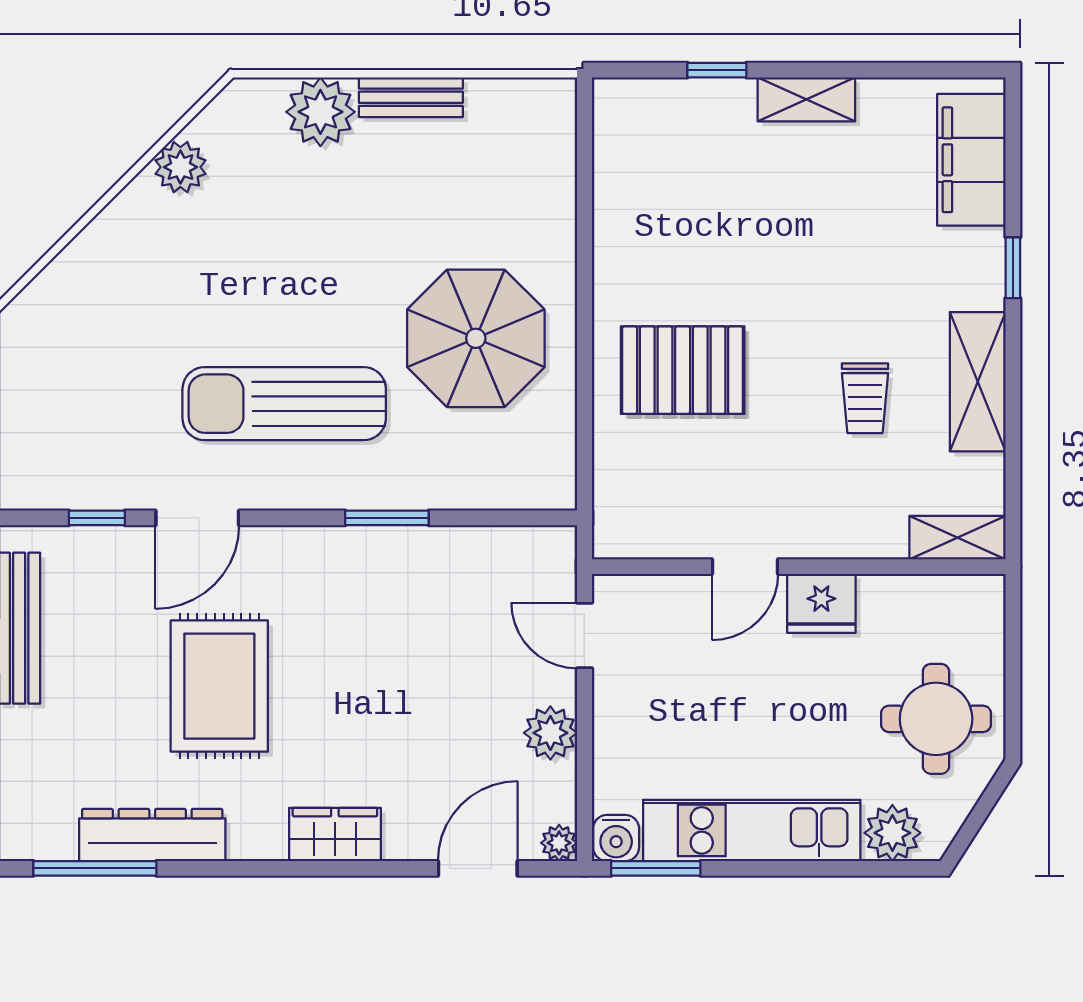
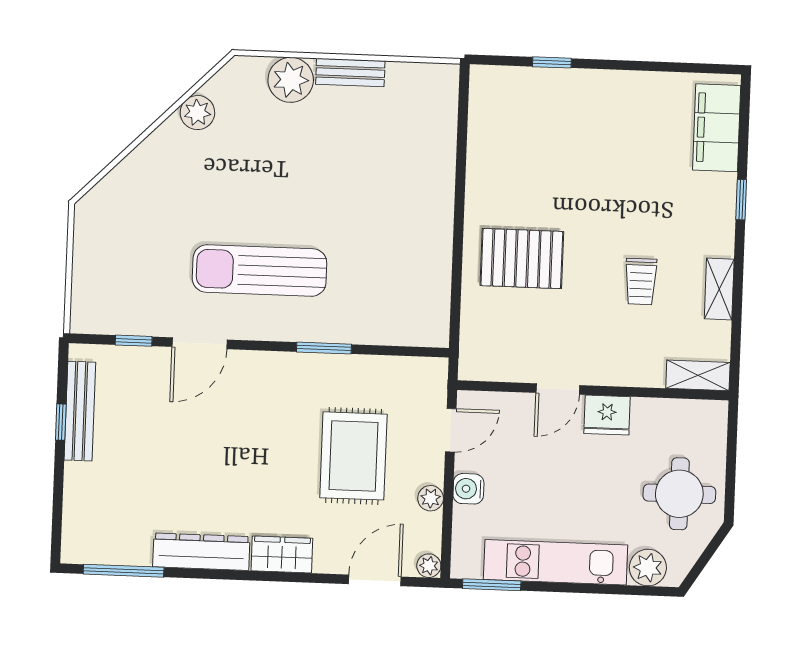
shelving: (806, 99) -> (610, 84), removed
parasol: (476, 338) -> (387, 232), removed
shelving: (978, 382) -> (719, 289), width x0.67, depth x0.75
door: (584, 636) -> (451, 430), swing flipped
rug: (219, 686) -> (353, 456), moved
plant: (550, 733) -> (431, 498), width x0.73, depth x0.73
dresser: (152, 835) -> (201, 552), moved
water cooler: (616, 838) -> (468, 489), moved, turned 90

